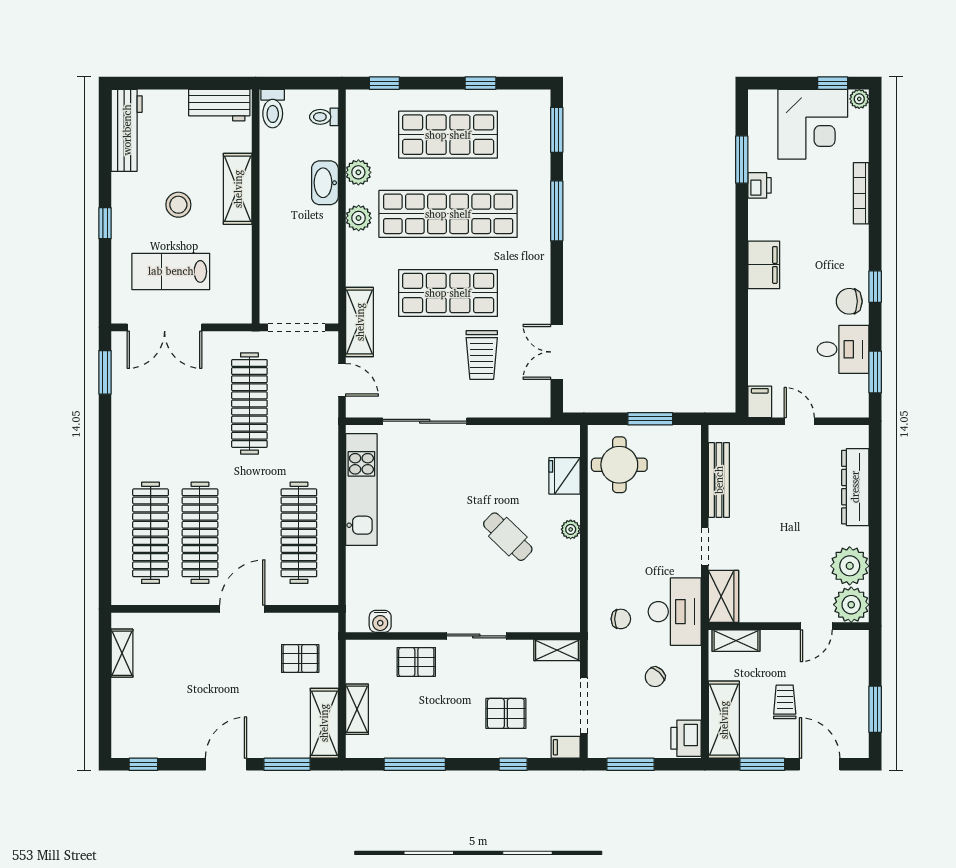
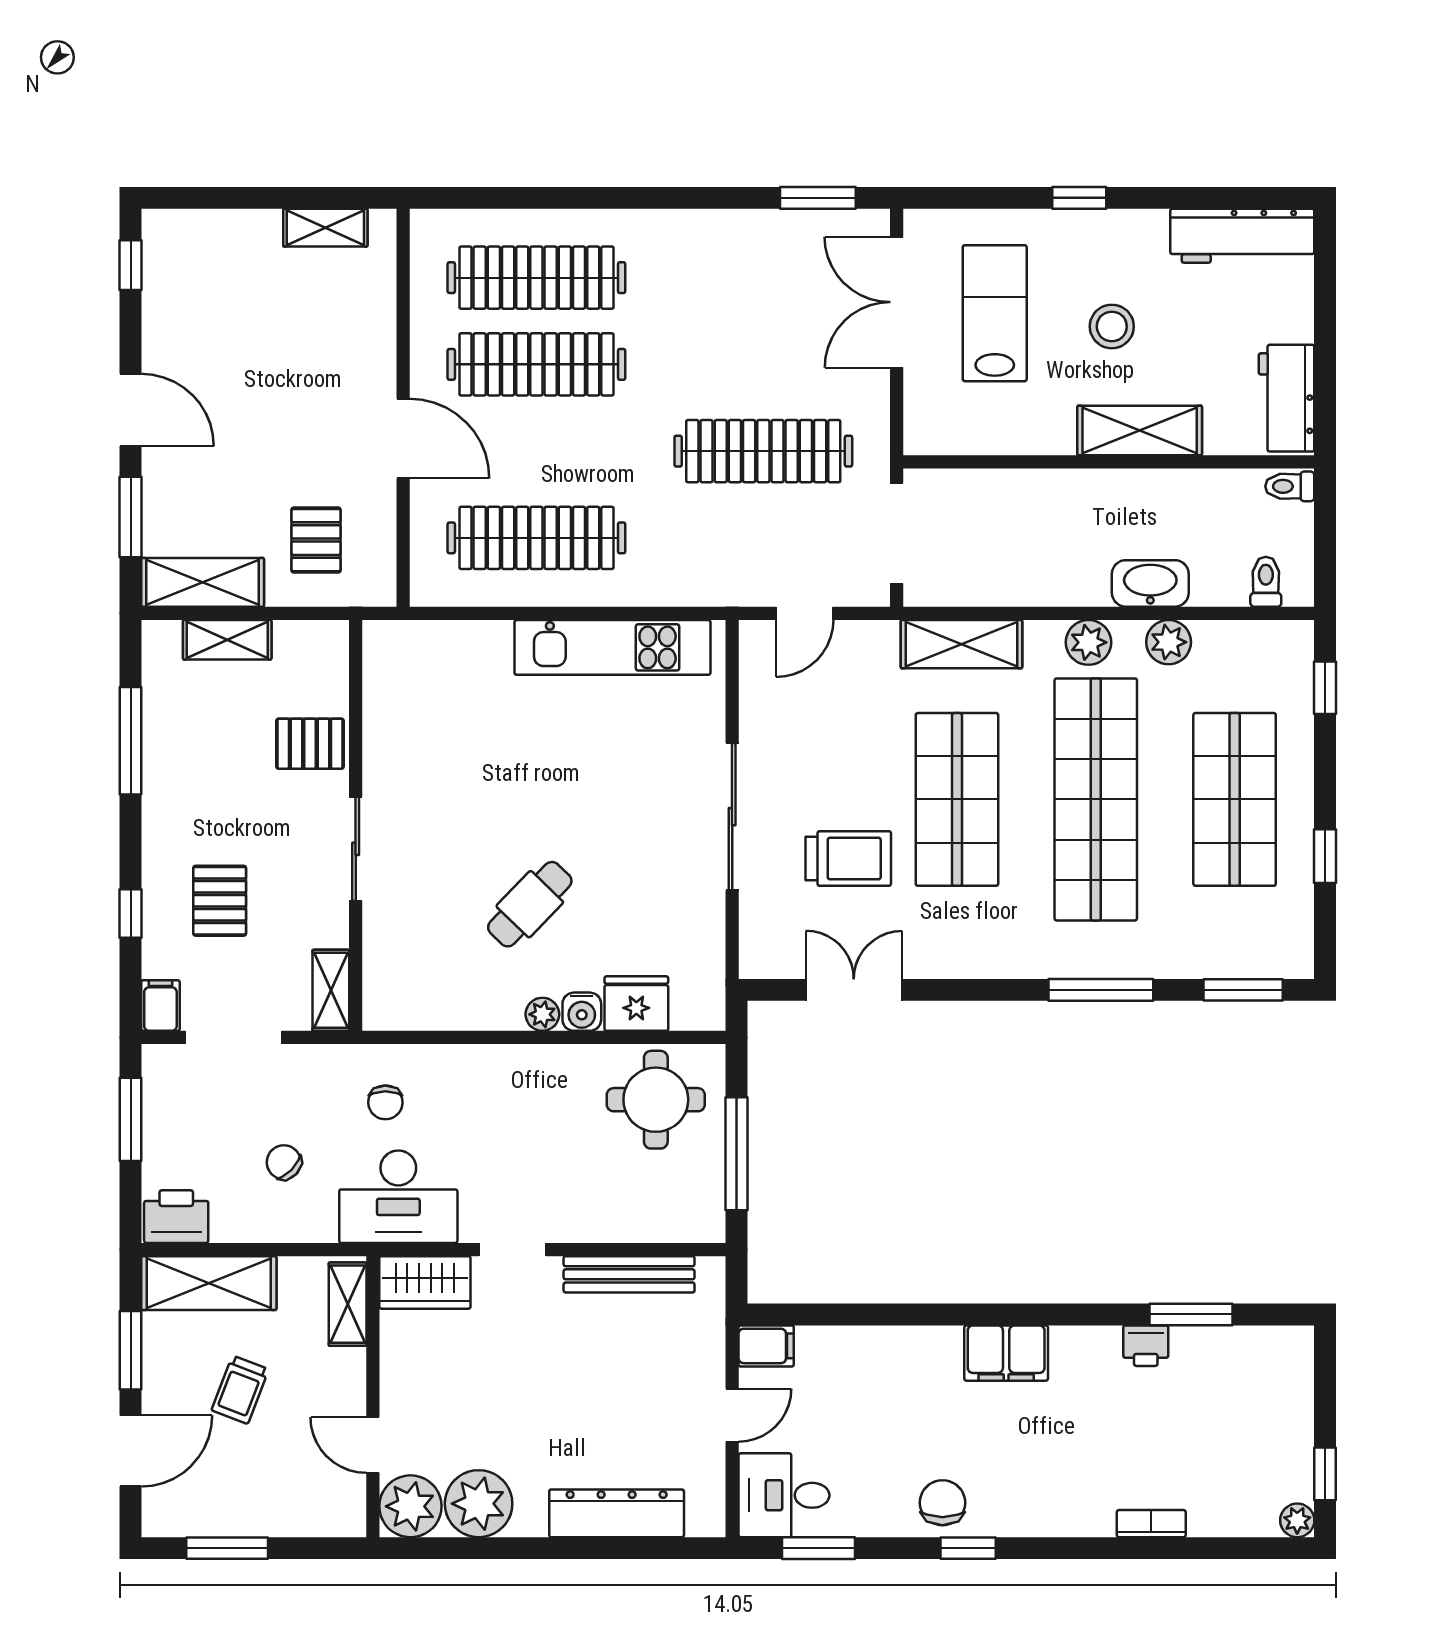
toilet: (273, 109) -> (1290, 486), width x0.73, depth x0.72
corner desk: (813, 124) -> (1253, 1439), removed
bookcase: (861, 193) -> (1151, 1524), width x0.64
shelving: (360, 322) -> (961, 644), moved
desk: (843, 349) -> (784, 1495), moved, turned 90
trolley: (482, 355) -> (848, 859), turned 180
window: (650, 419) -> (736, 1154), width x1.44
sliding door: (425, 421) -> (732, 817), moved
water cooler: (380, 621) -> (582, 1012), moved, turned -90
pallet: (416, 662) -> (310, 744), turned 90
trolley: (785, 702) -> (240, 1390), turned 111

